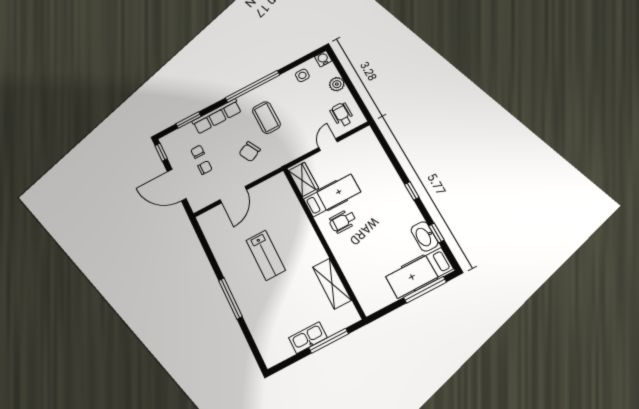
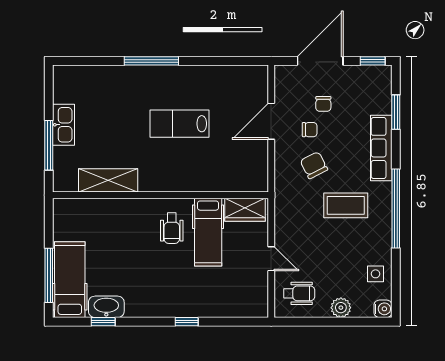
chair: (198, 152) -> (310, 130), moved
window: (412, 191) -> (187, 322), moved
door: (233, 195) -> (271, 121), hinge flipped
wheelchair: (343, 221) -> (172, 228), turned 180

